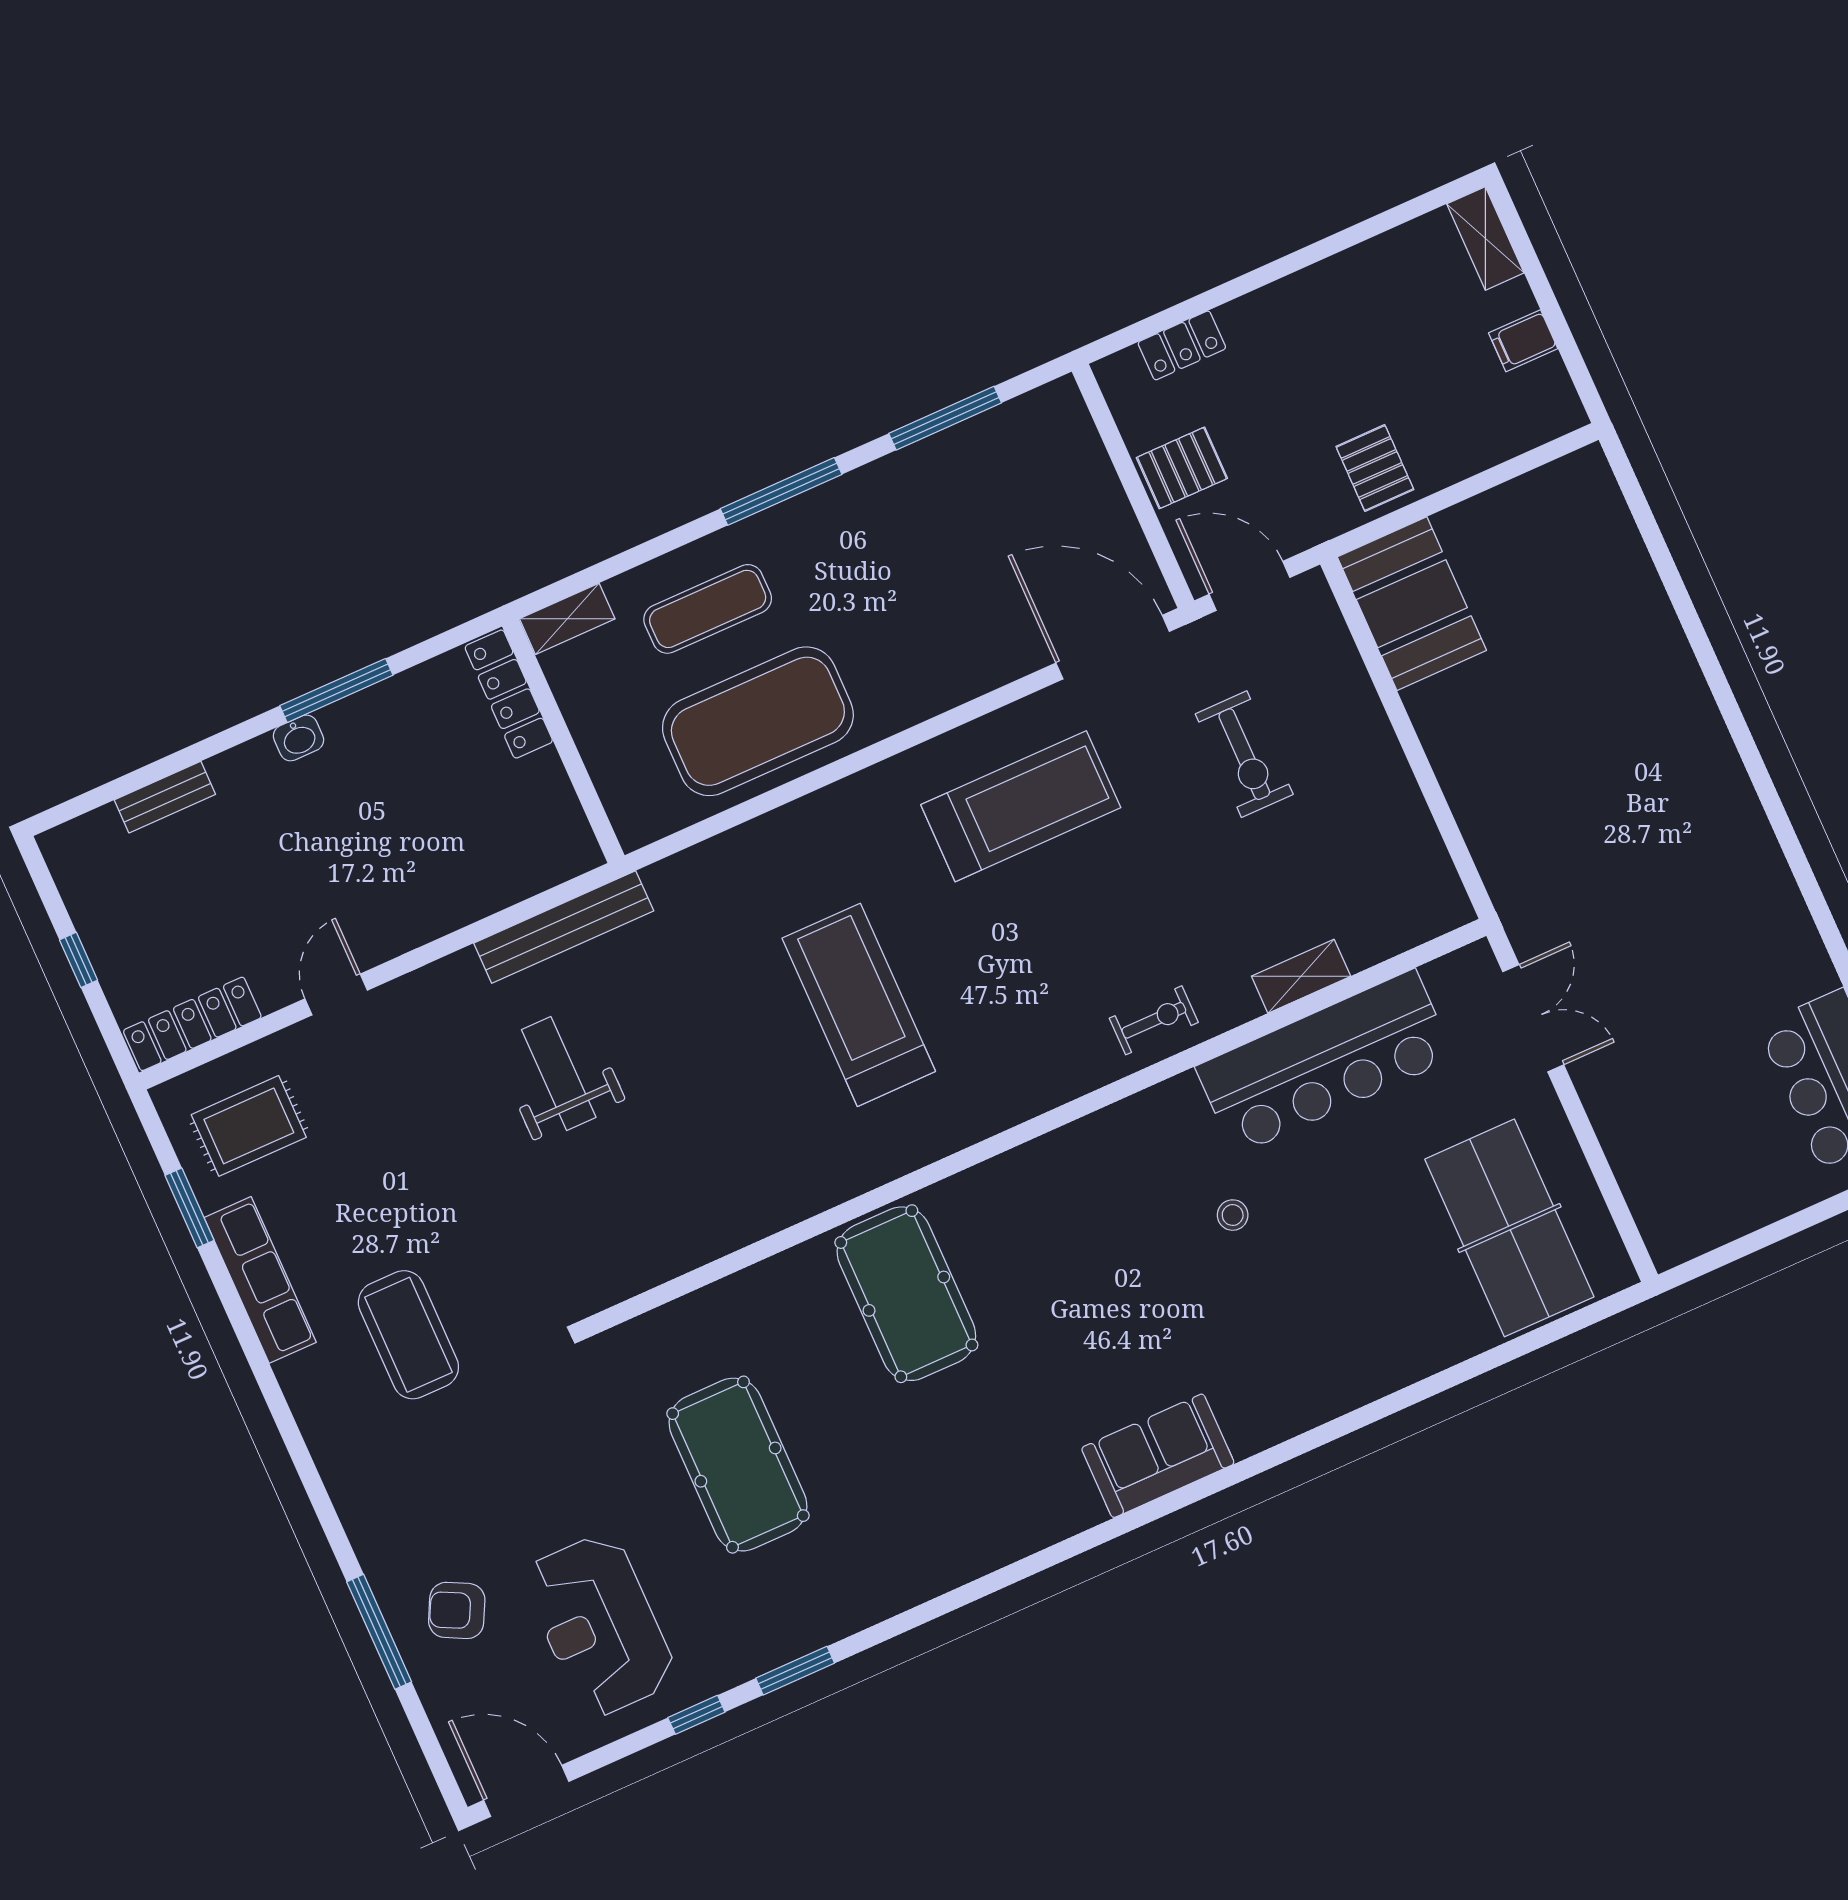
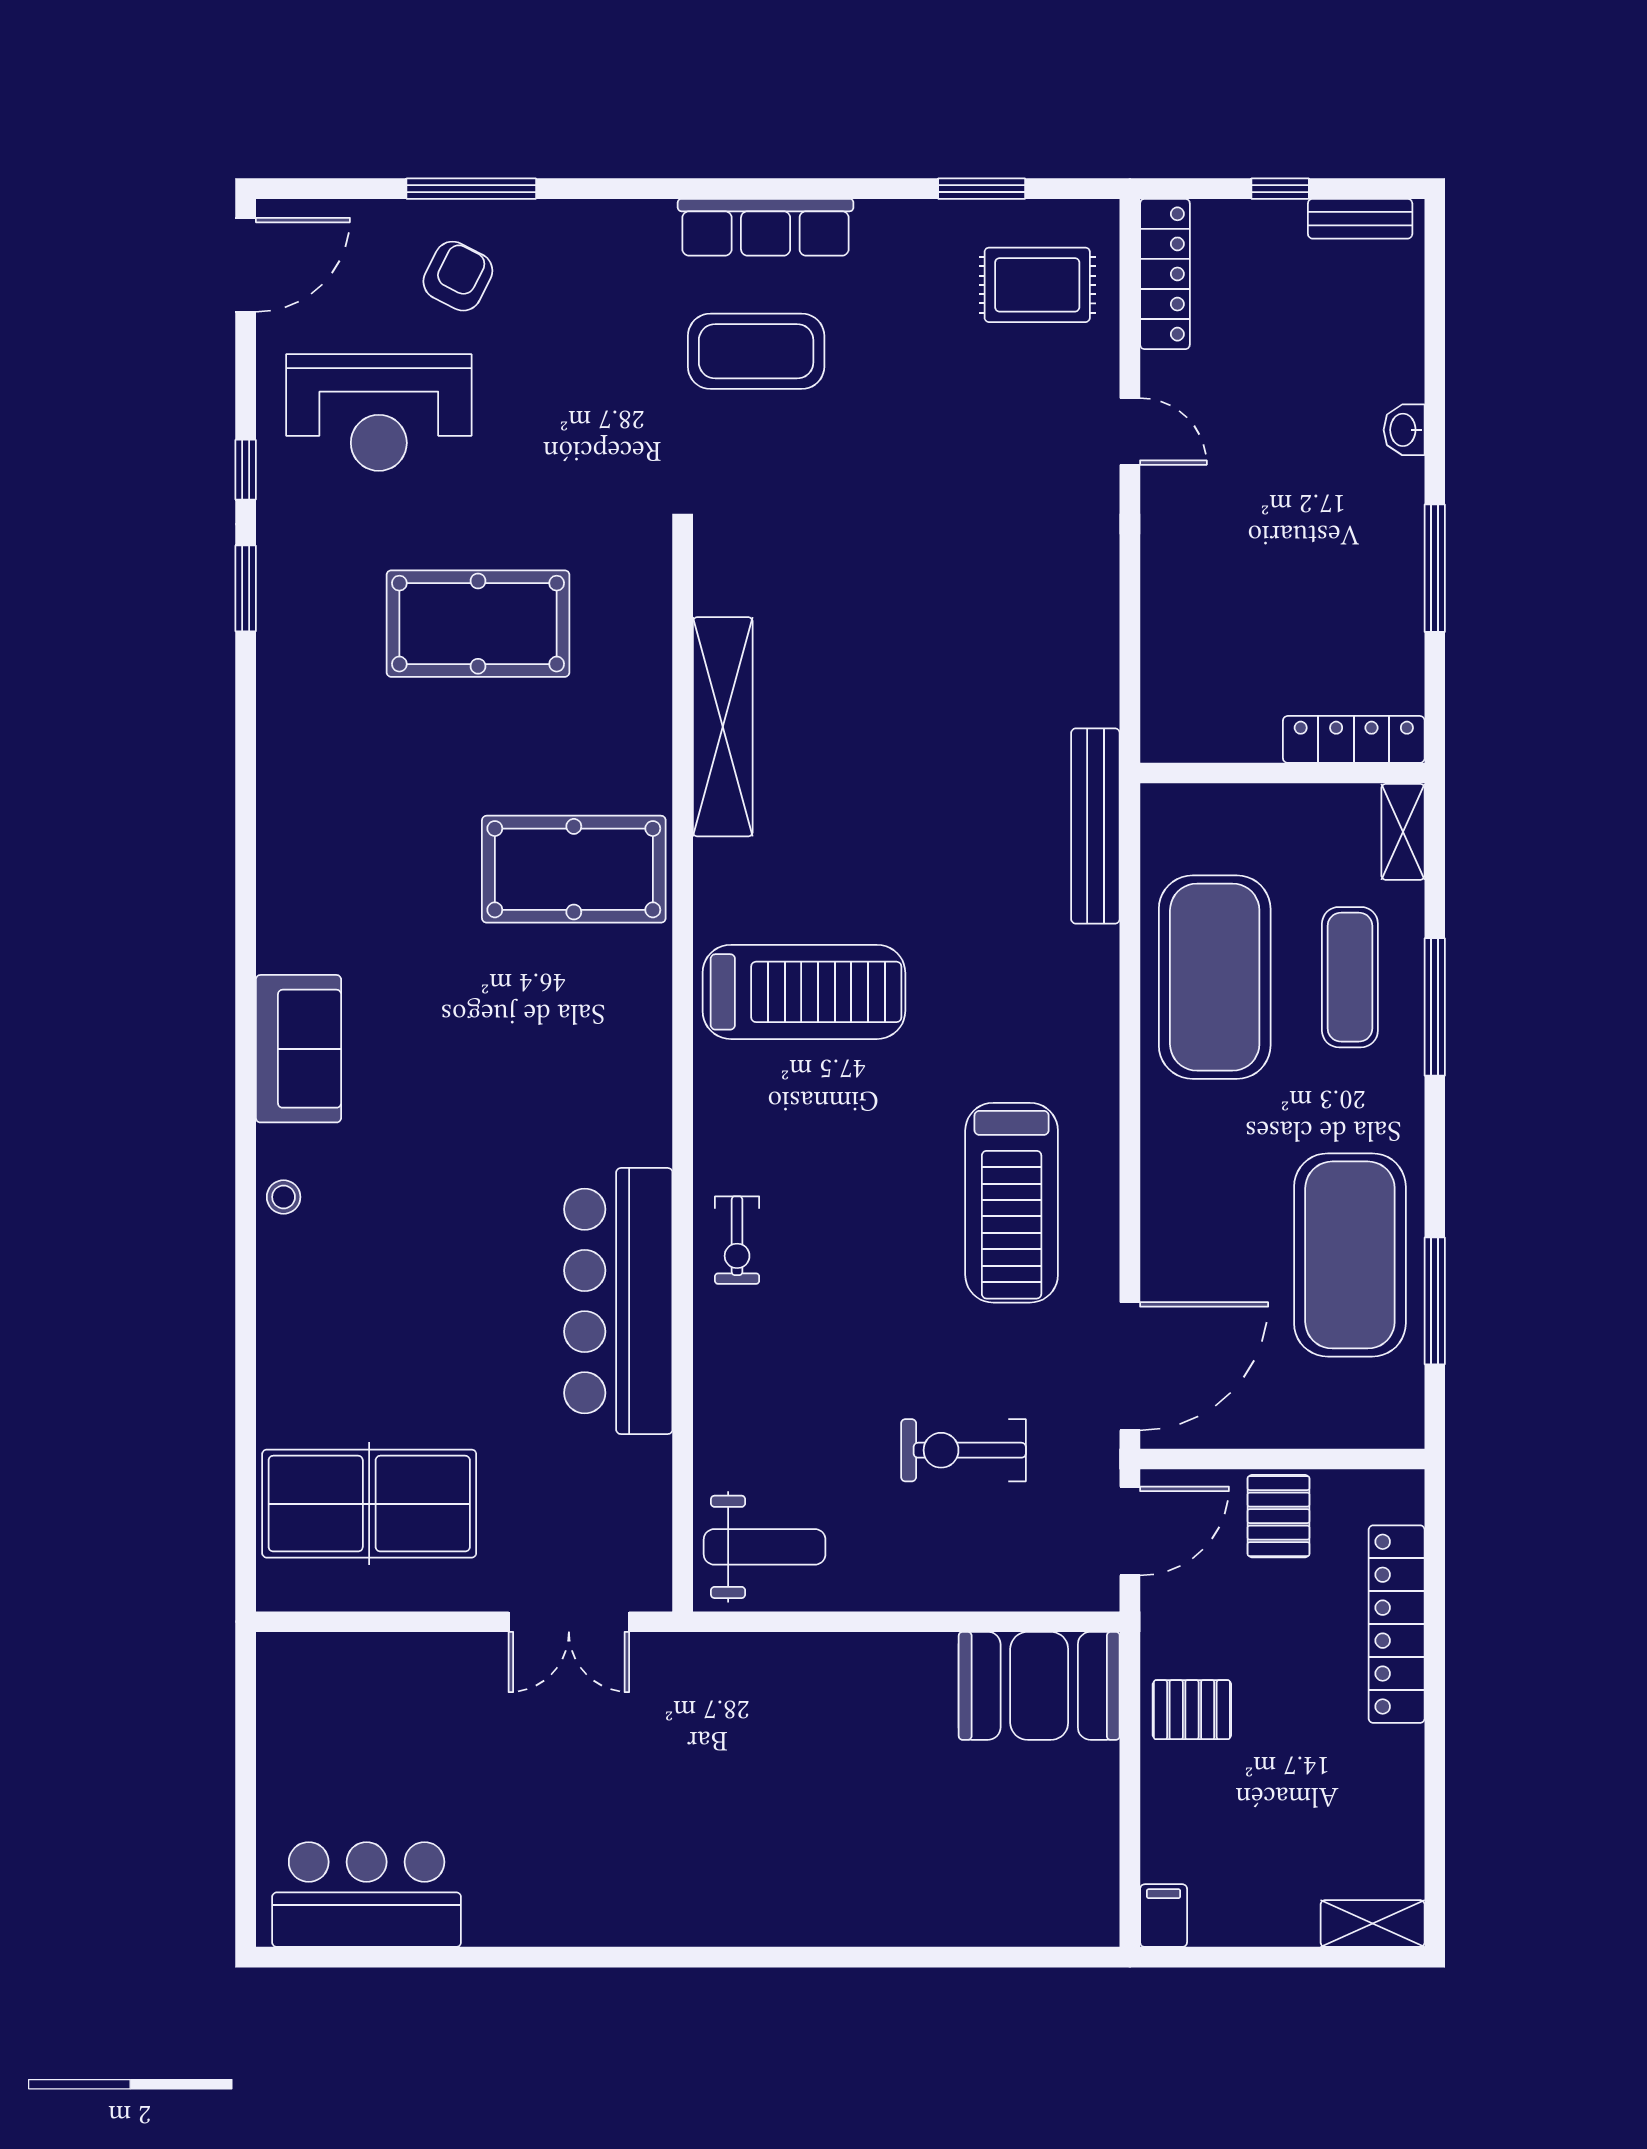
filing cabinet: (1523, 341) -> (1164, 1916), moved
locker: (1182, 345) -> (1397, 1624), width x2.16, depth x1.21
window: (781, 491) -> (1435, 1007), moved
exercise mat: (938, 506) -> (1350, 1255), added
washbasin: (299, 738) -> (1404, 430), moved
bench: (165, 797) -> (1360, 219), moved, turned 90
bench: (564, 927) -> (1095, 826), moved
shelving: (1301, 976) -> (723, 727), moved, width x2.20, depth x1.33
treadmill: (859, 1005) -> (804, 992), moved
bar counter: (1325, 1062) -> (618, 1301), moved
weight bench: (559, 1073) -> (765, 1547), moved
rug: (249, 1126) -> (1037, 285), turned 90
stool: (1233, 1215) -> (284, 1197), moved
row of seats: (260, 1280) -> (766, 227), moved
reception desk: (599, 1625) -> (379, 413), turned 180

